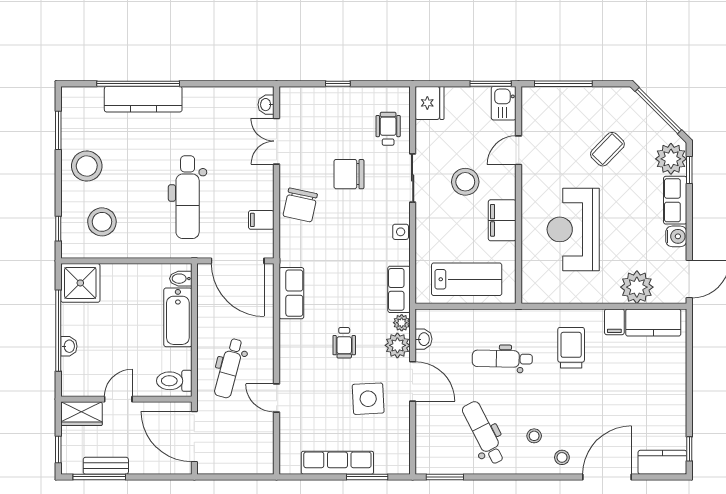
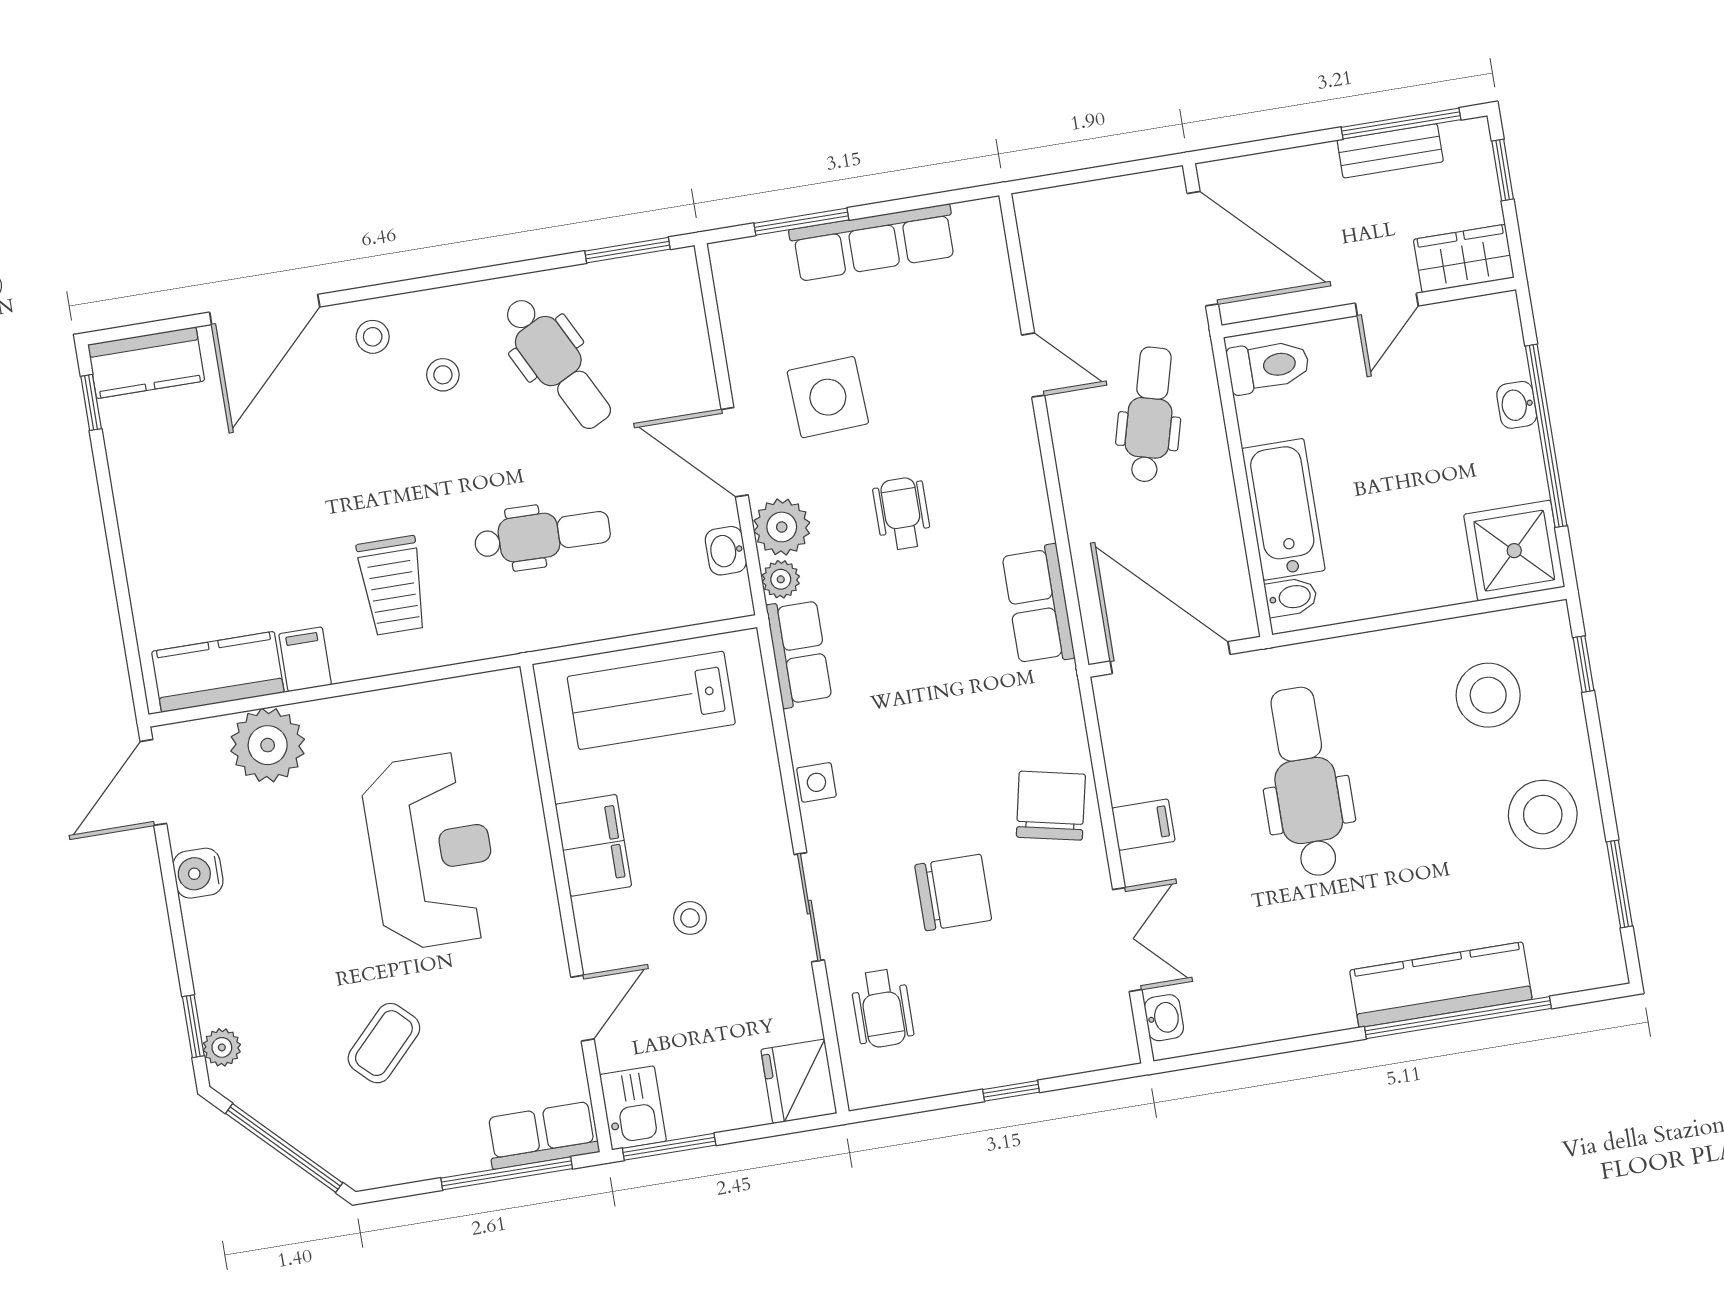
plant: (671, 159) -> (222, 1047), width x0.53, depth x0.53
stool: (465, 182) -> (690, 918), width x0.53, depth x0.53
row of seats: (675, 200) -> (542, 1135), moved, turned -90
filing cabinet: (261, 220) -> (1143, 825), moved

